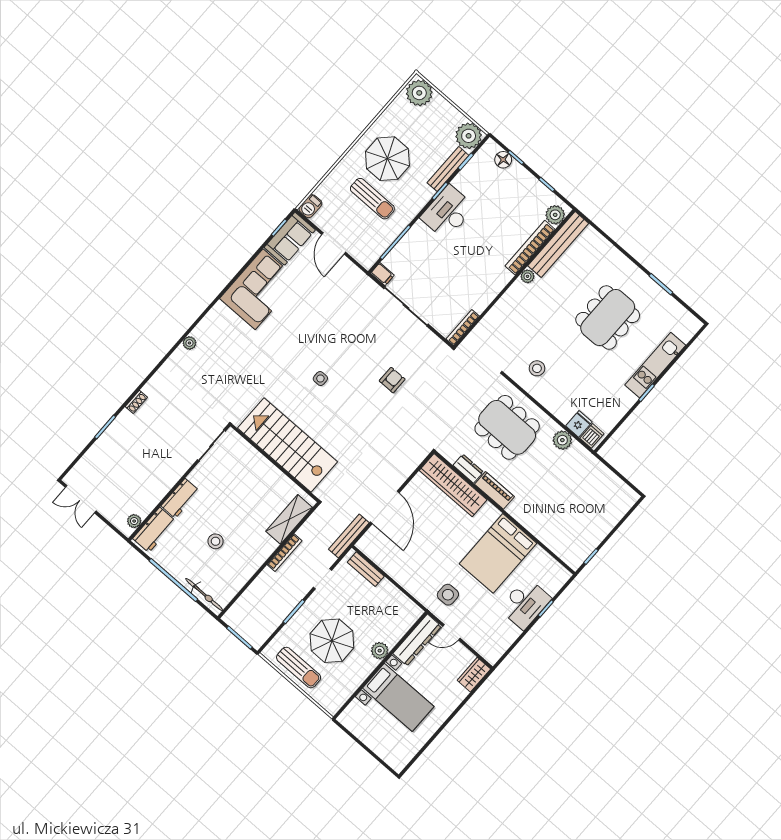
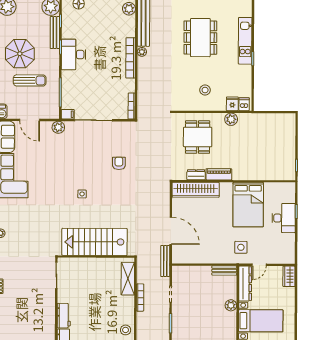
bookcase: (530, 248) -> (131, 58), moved
plant: (359, 280) -> (58, 127), added
stool: (537, 368) -> (205, 90), moved
dining table: (507, 427) -> (198, 137), width x0.73
stool: (215, 541) -> (126, 330), moved
bench: (366, 569) -> (224, 271), moved
parasol: (332, 641) -> (202, 321), removed

